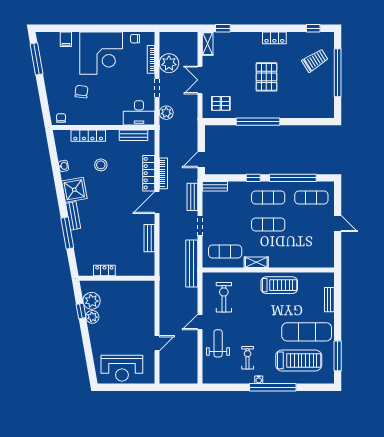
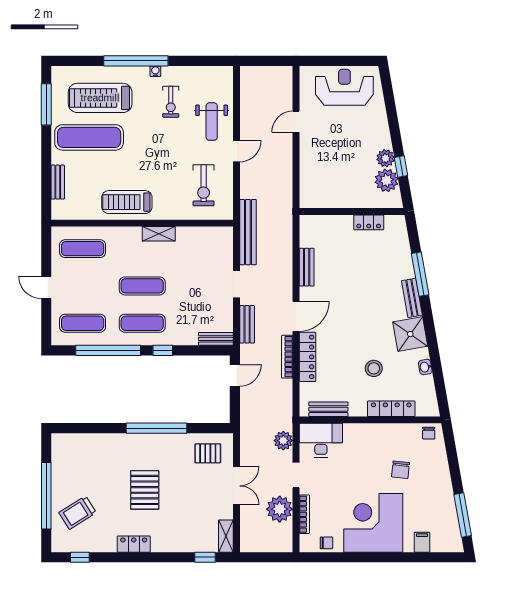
exercise mat: (225, 251) -> (83, 249), moved

